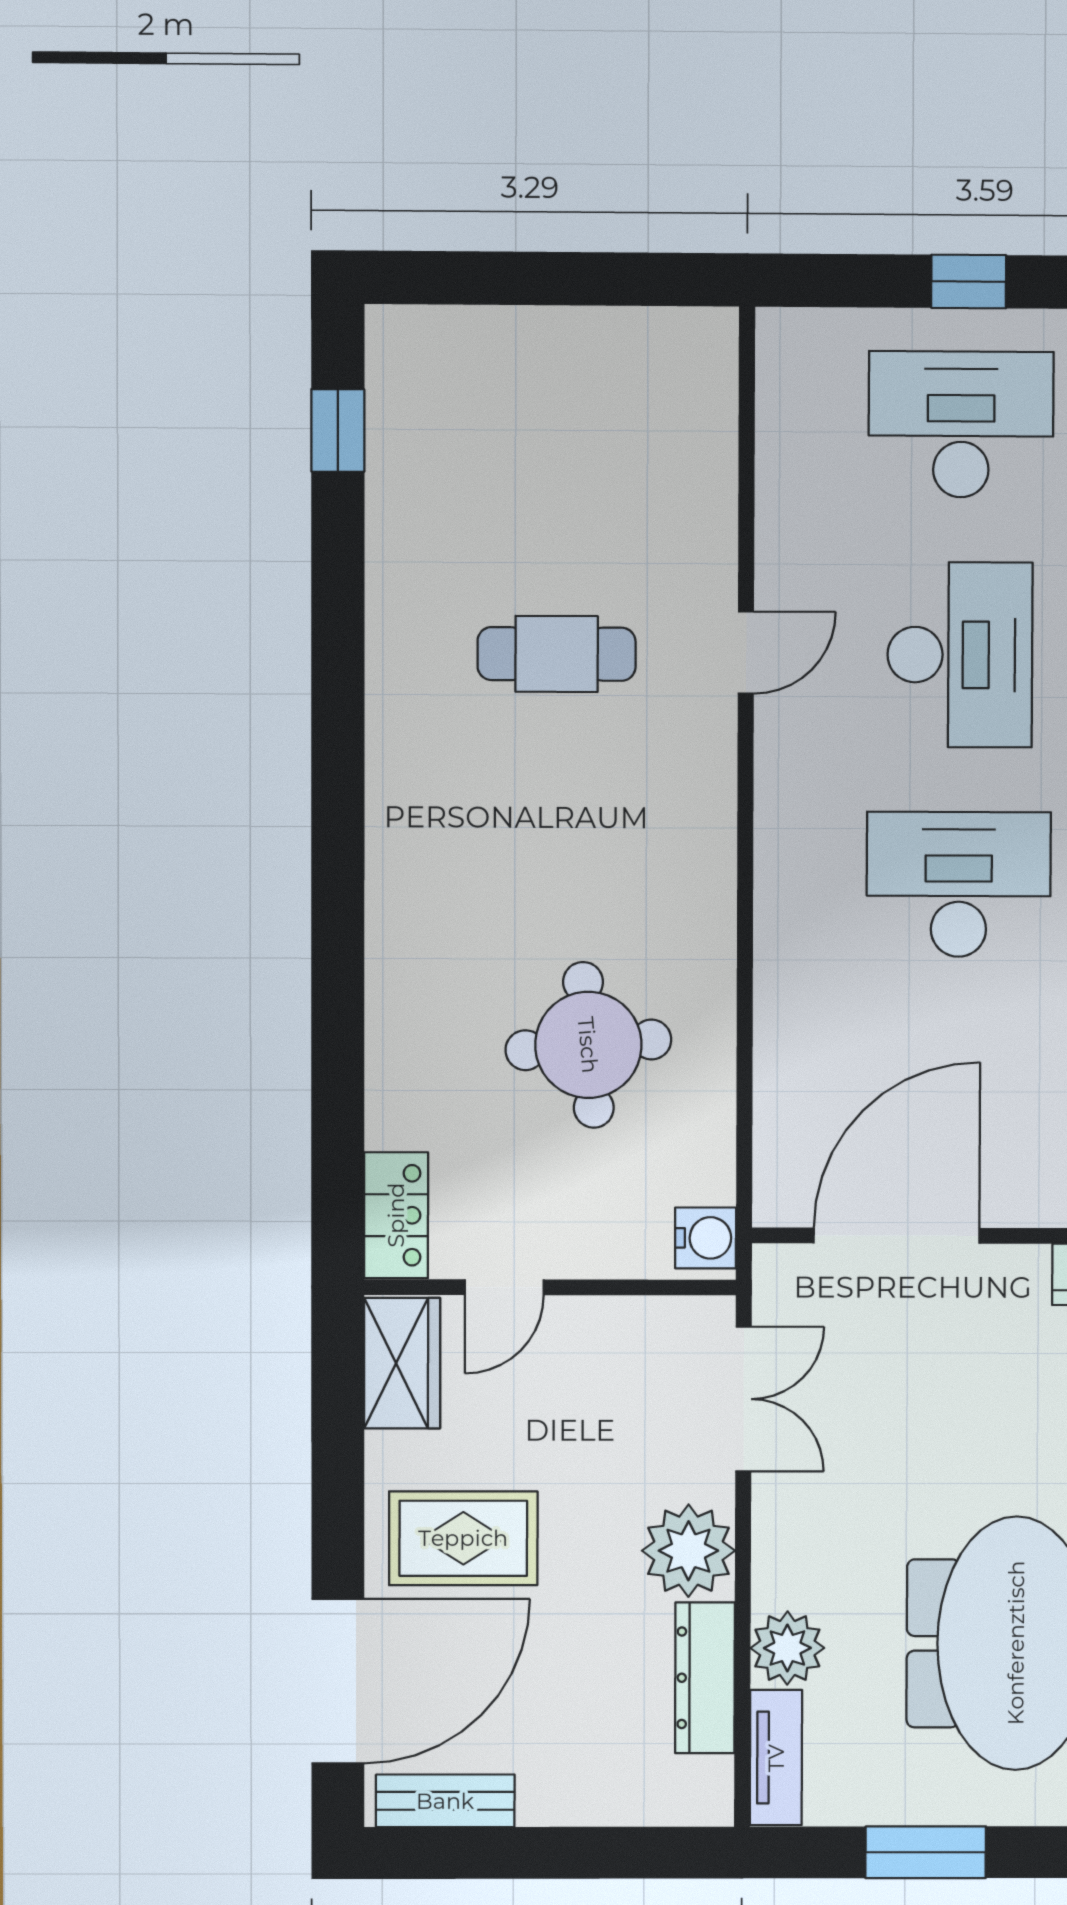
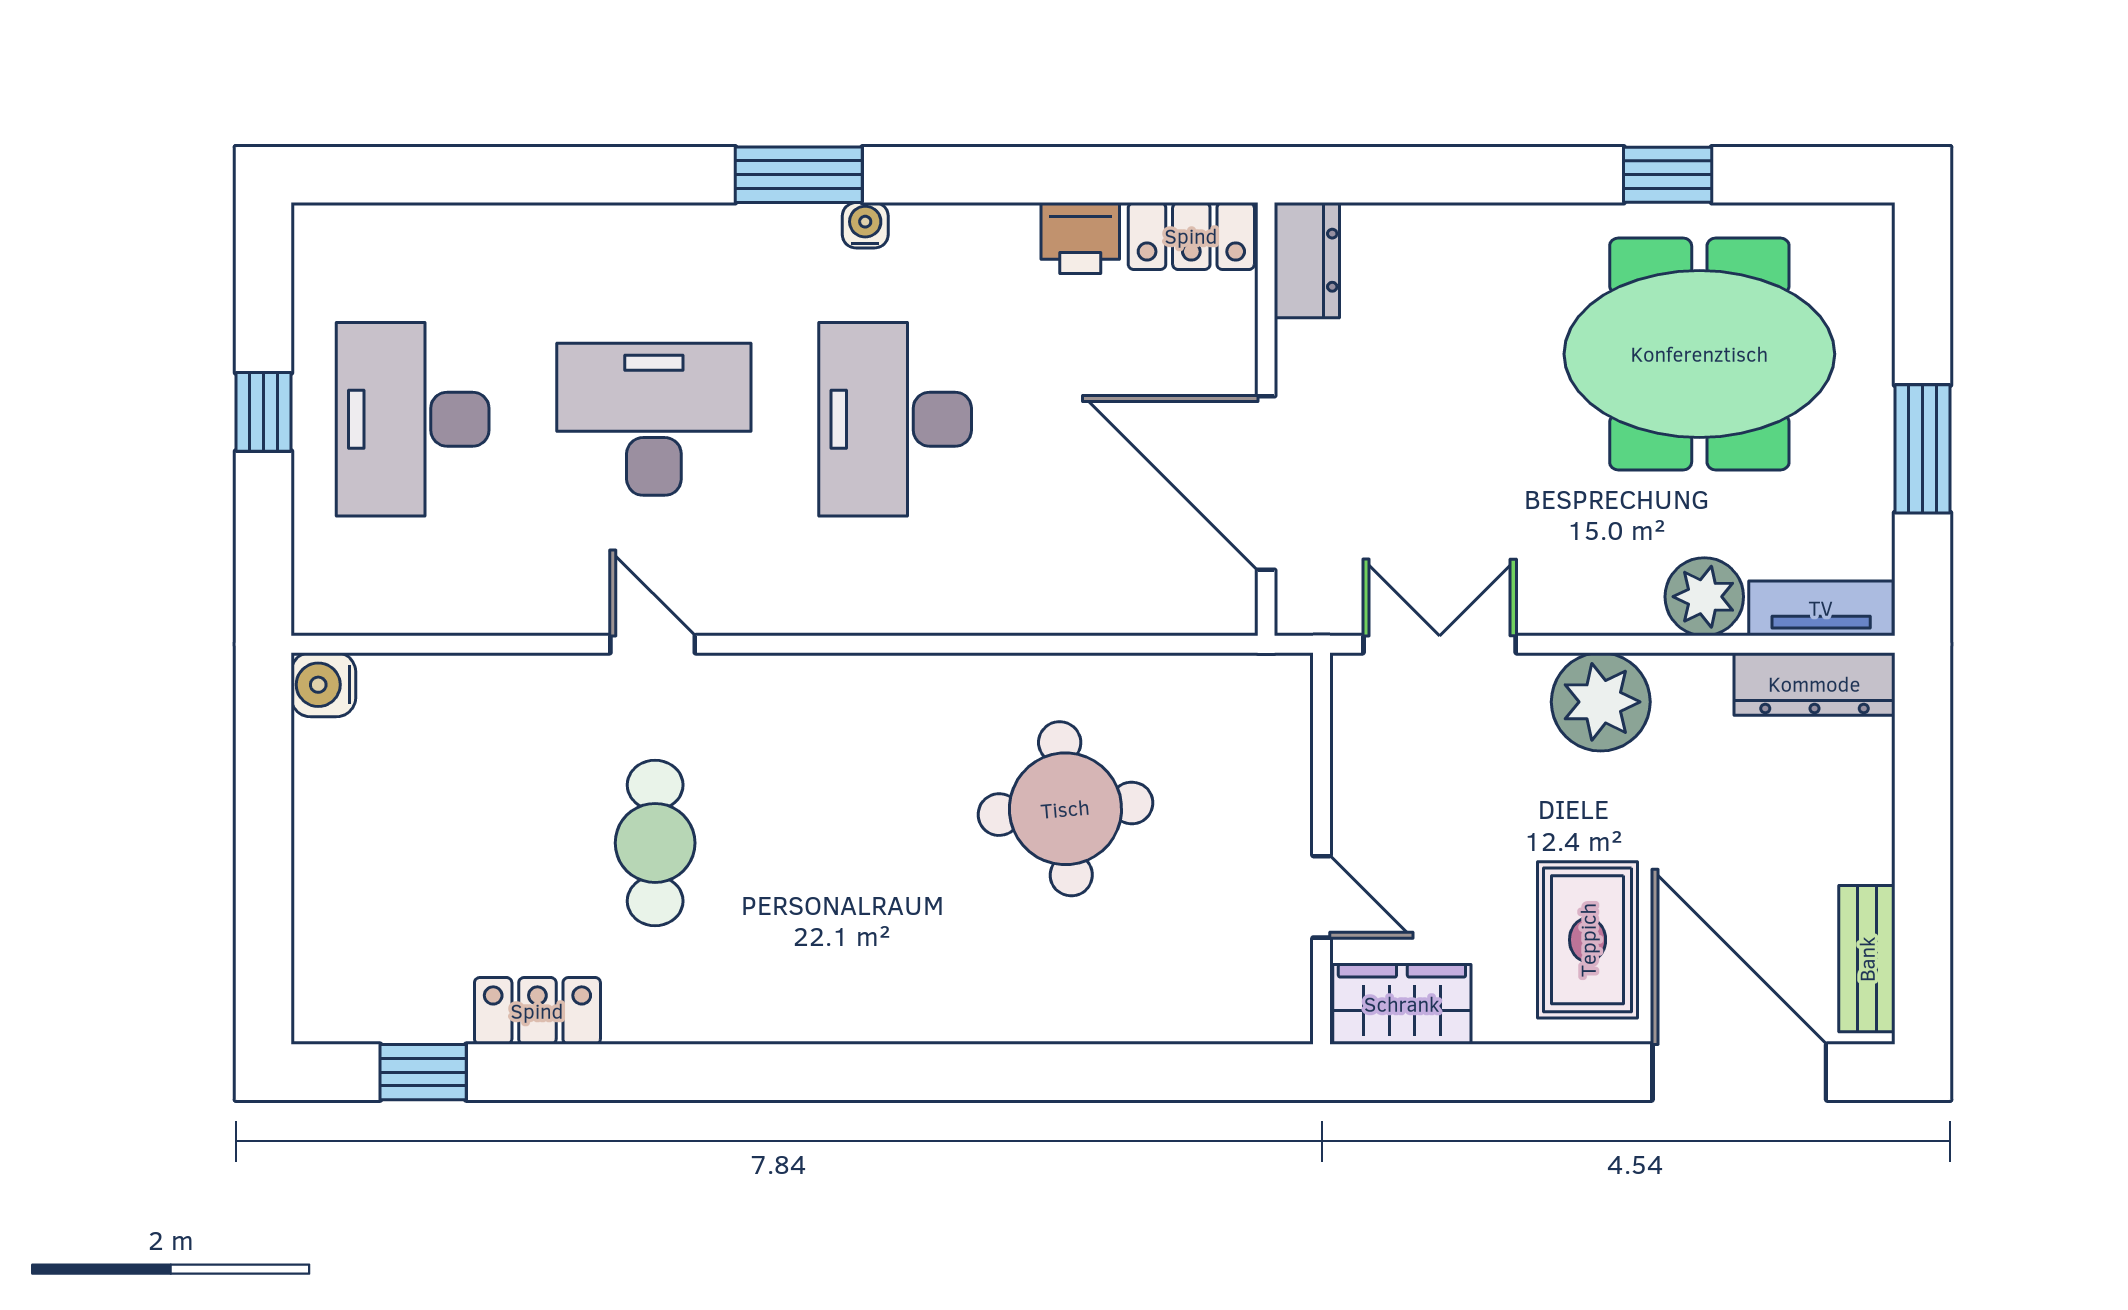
locker: (396, 1215) -> (537, 1011), moved
water cooler: (706, 1238) -> (323, 685), moved, turned -90
dresser: (705, 1678) -> (1814, 684), moved

